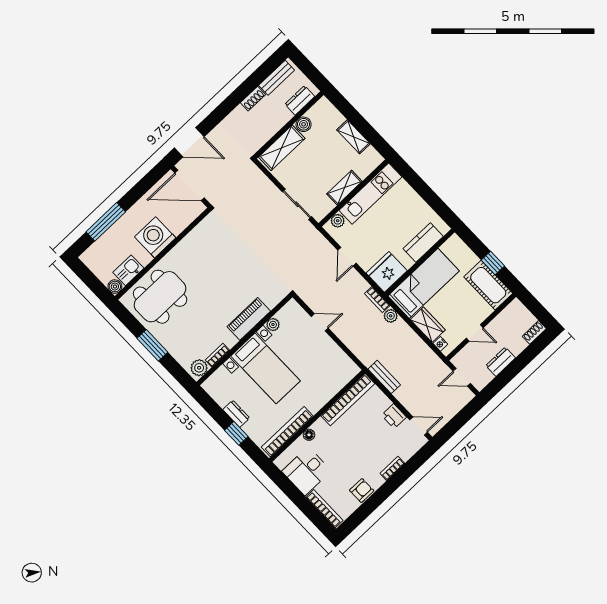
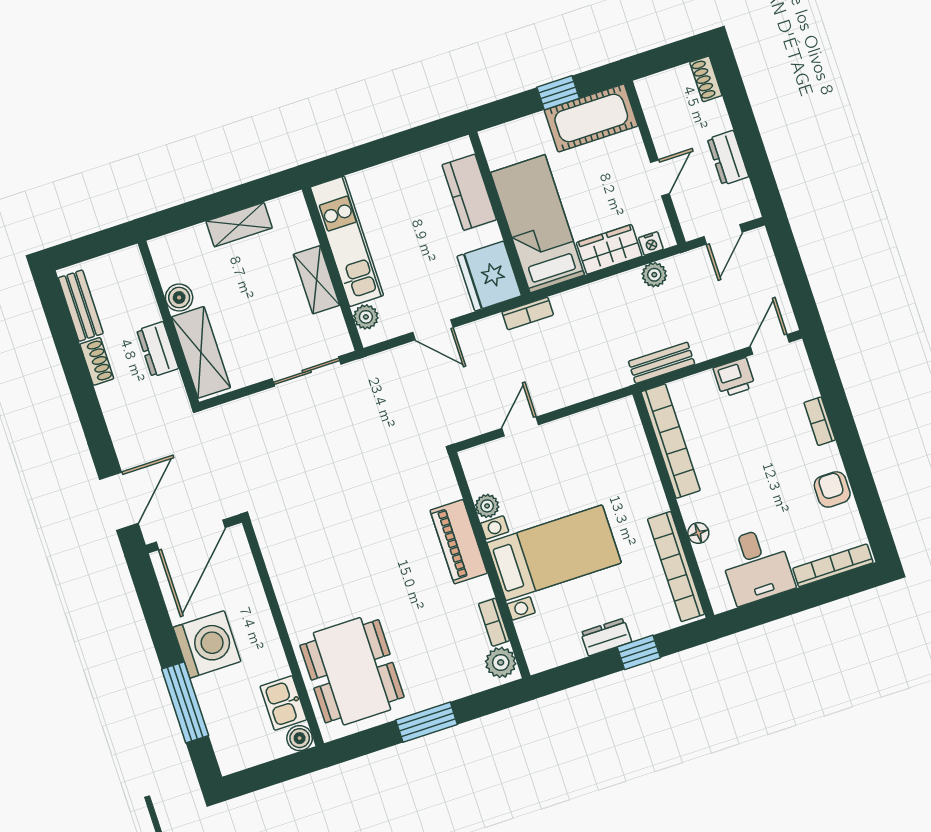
dresser: (300, 100) -> (158, 349), moved
washing machine: (155, 237) -> (207, 644), moved, turned 180
plant: (391, 316) -> (654, 275), moved

